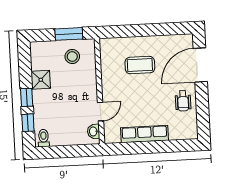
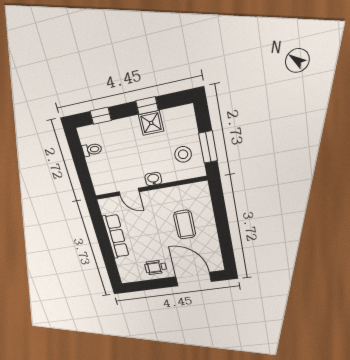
window: (27, 97) -> (147, 106), moved
washbasin: (94, 131) -> (153, 179), moved
toilet: (44, 138) -> (92, 150), moved

